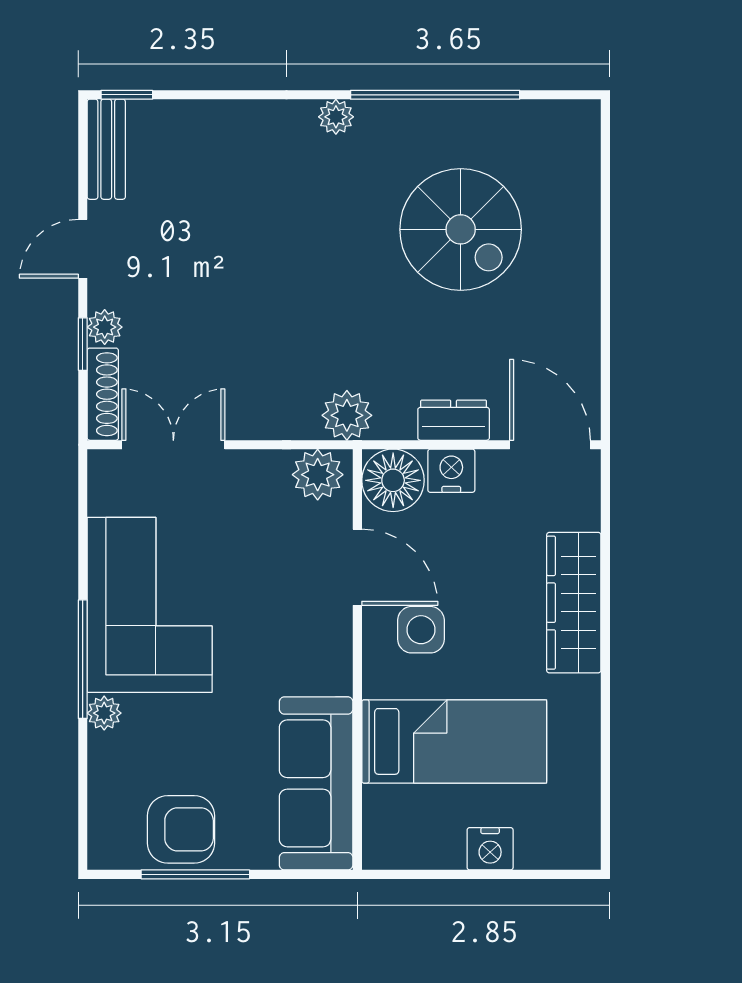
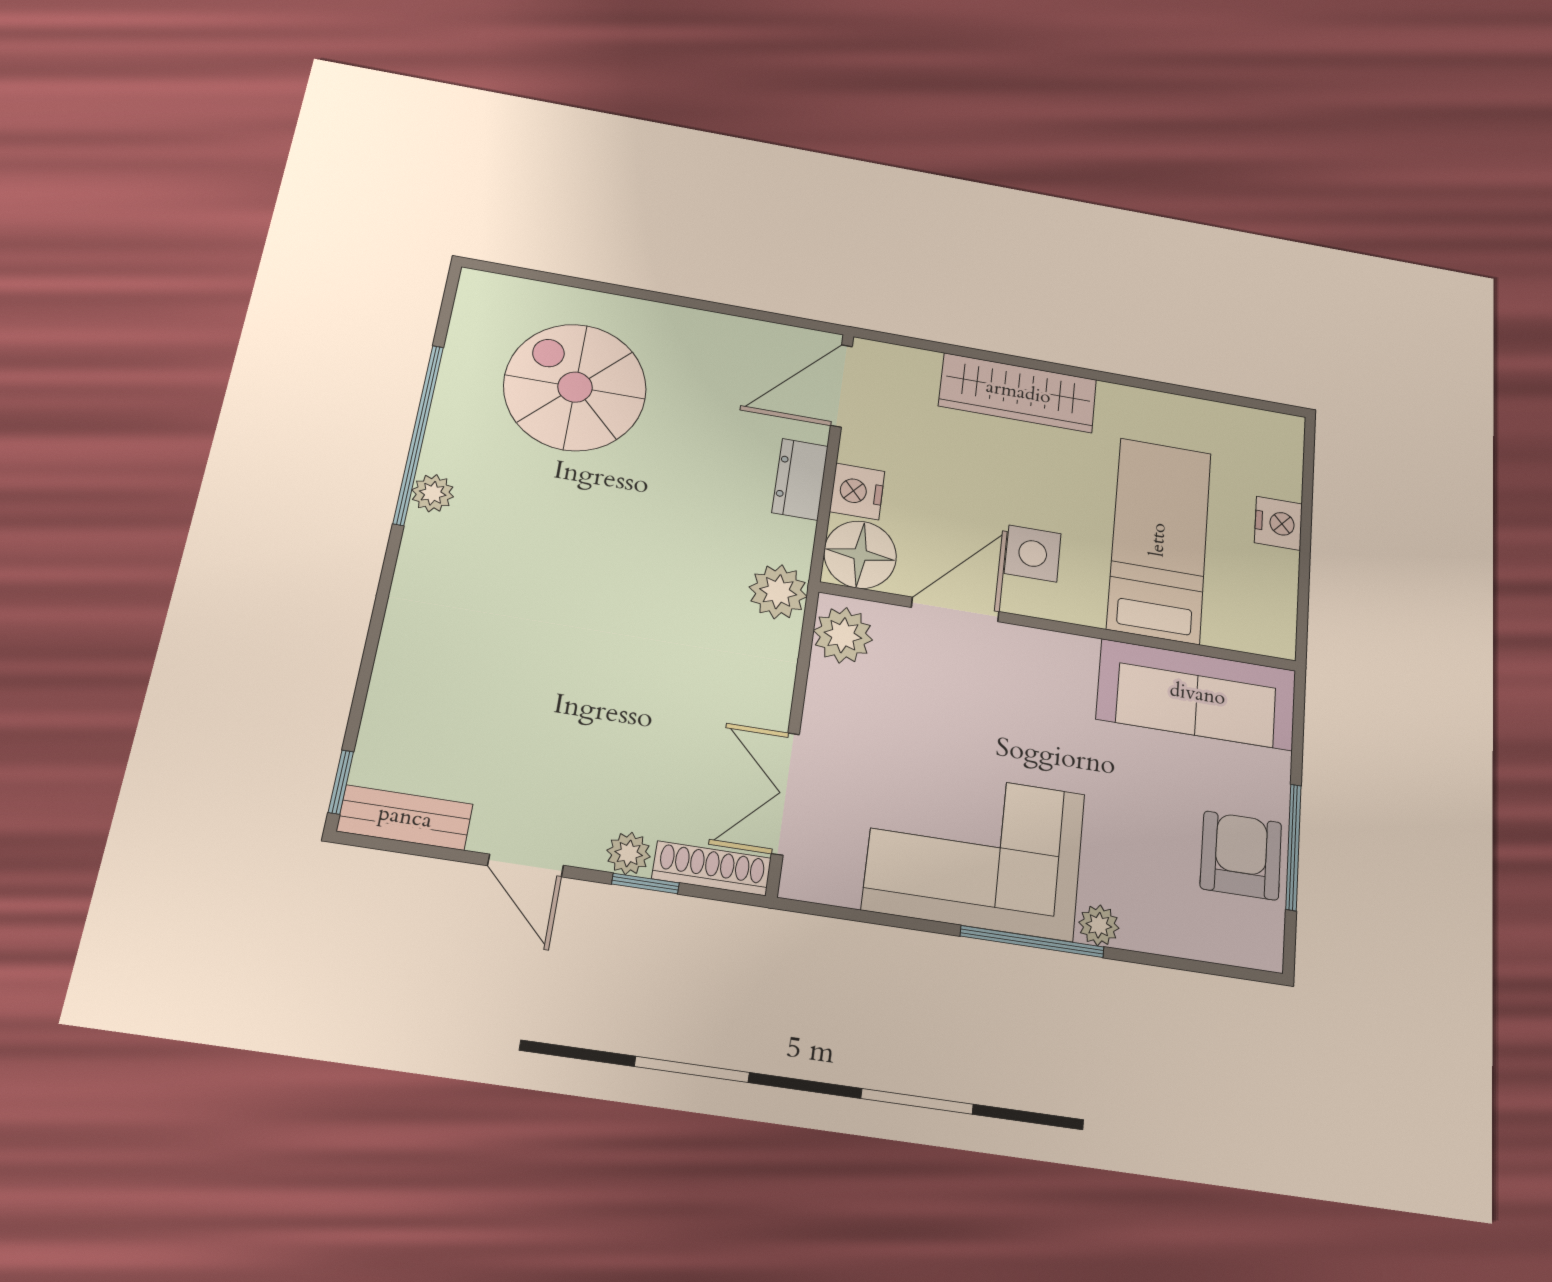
plant: (336, 117) -> (433, 493), moved
spiral stairs: (461, 229) -> (575, 387), moved, turned -90

